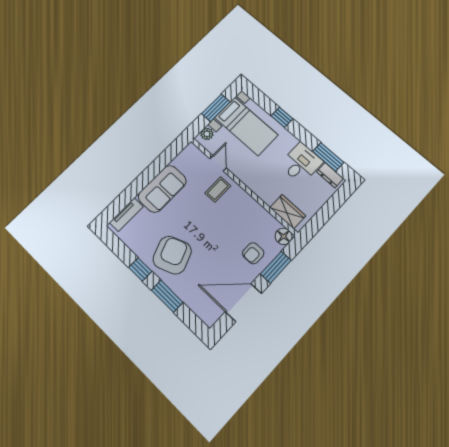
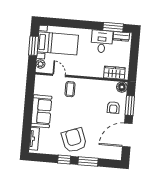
window: (282, 117) -> (73, 24), removed

